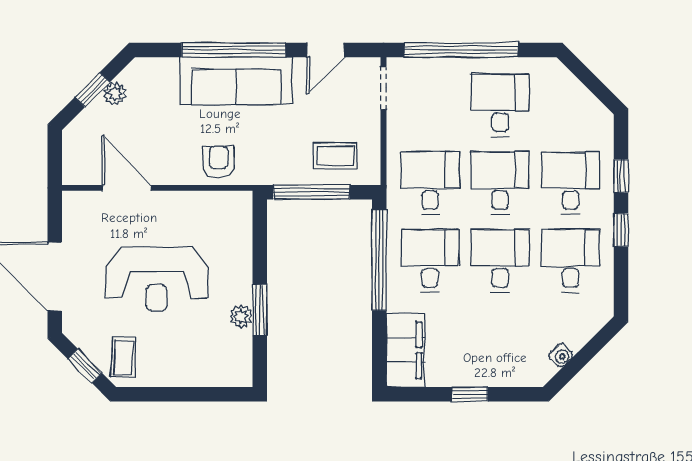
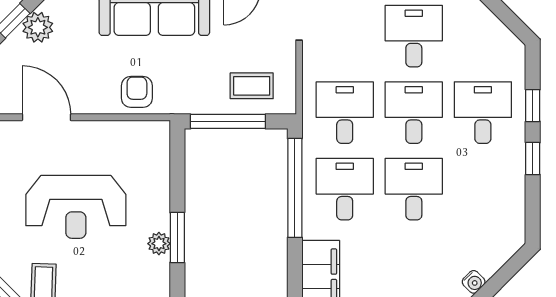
plant: (115, 93) -> (38, 27), width x1.38, depth x1.38
desk: (570, 261) -> (483, 189), removed

